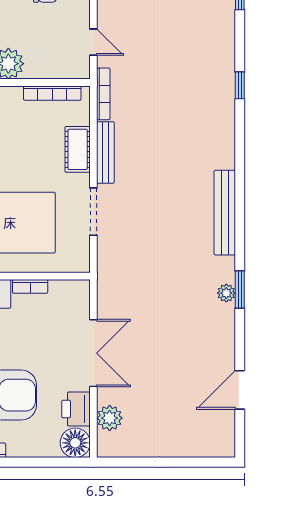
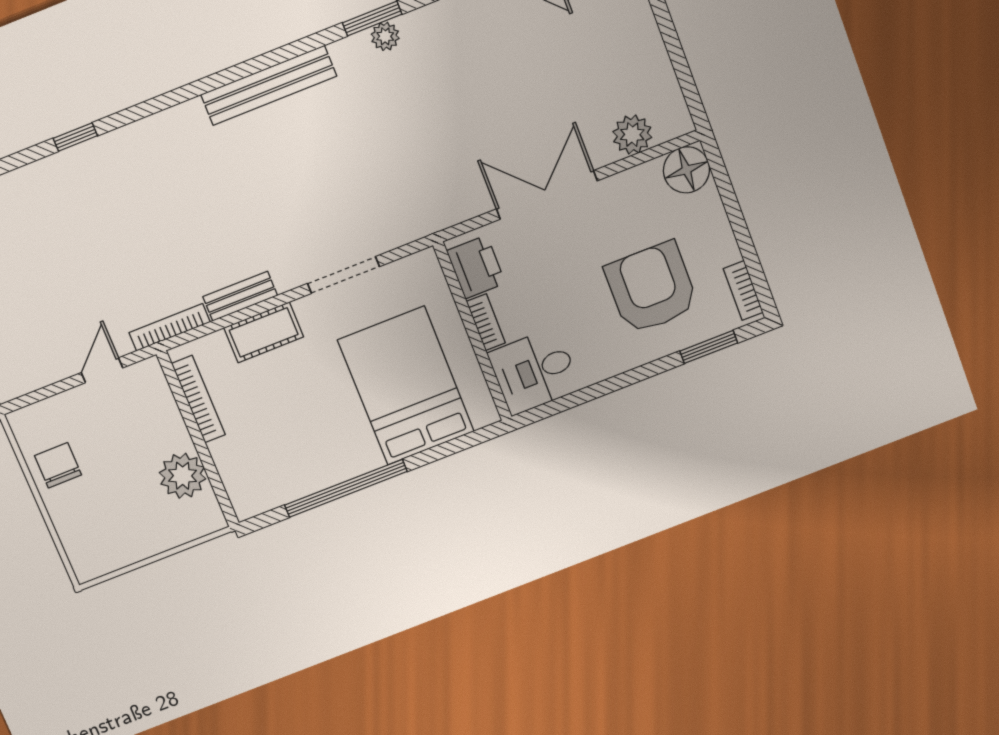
bench: (105, 152) -> (240, 296), width x0.73
printer: (76, 409) -> (476, 267), moved, turned -90

